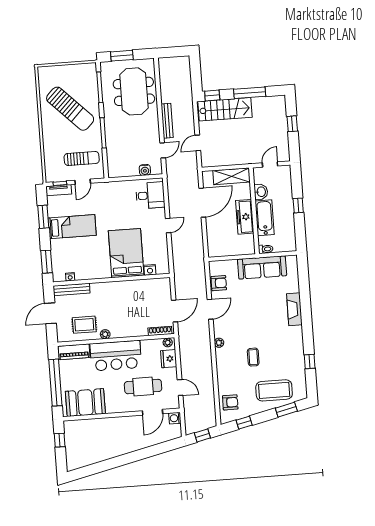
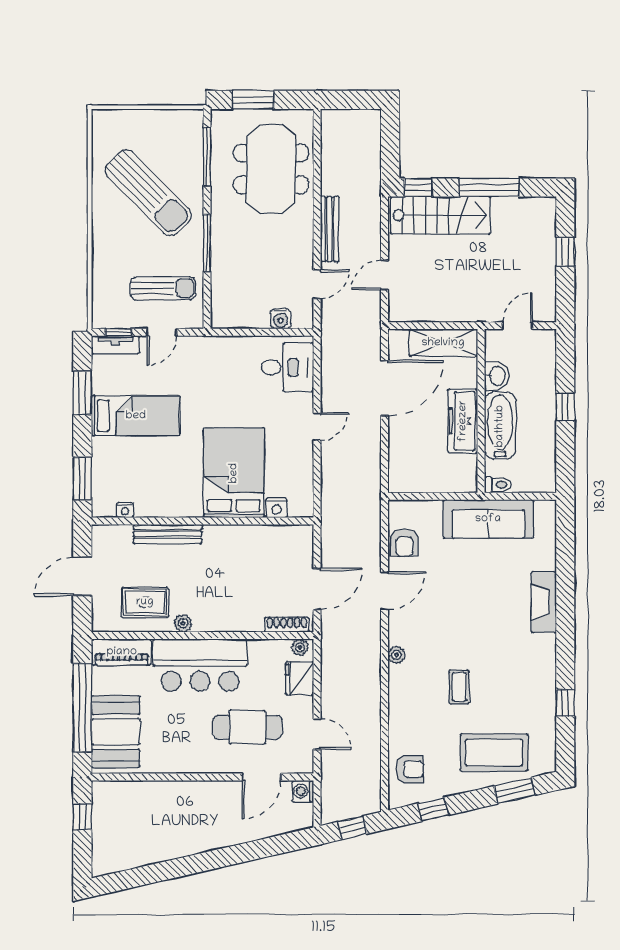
armchair: (219, 283) -> (404, 542), turned 90
bench: (72, 289) -> (168, 534), moved
booth: (85, 403) -> (116, 732), moved, turned 90

